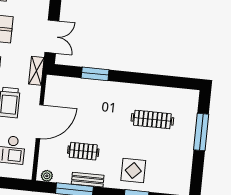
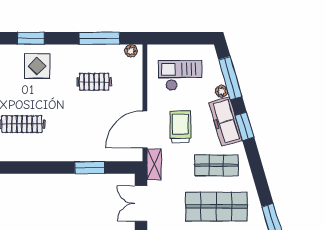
door: (40, 122) -> (145, 129), moved
bench: (88, 180) -> (86, 51), removed

